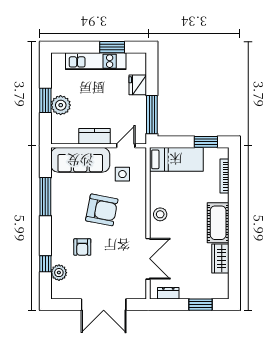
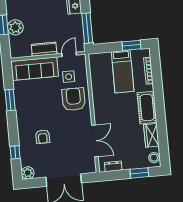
bed: (176, 159) -> (123, 72), moved, turned 90
window: (45, 197) -> (10, 100), width x0.69
armchair: (102, 210) -> (74, 99), moved, turned -101
stool: (160, 214) -> (154, 158), moved
plant: (59, 273) -> (28, 173), moved

